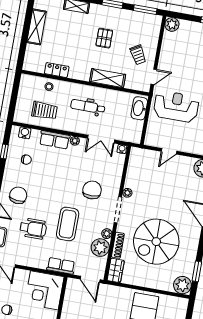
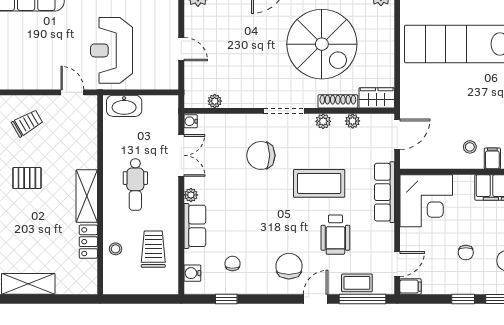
trolley: (138, 55) -> (27, 123), moved
shelving: (108, 78) -> (87, 196), moved
plant: (127, 193) -> (215, 101), moved
chair: (18, 195) -> (289, 266), turned 83
wheelchair: (33, 229) -> (335, 235), turned 180
plant: (100, 248) -> (353, 121), width x0.53, depth x0.53
row of seats: (61, 266) -> (385, 192), width x1.48

